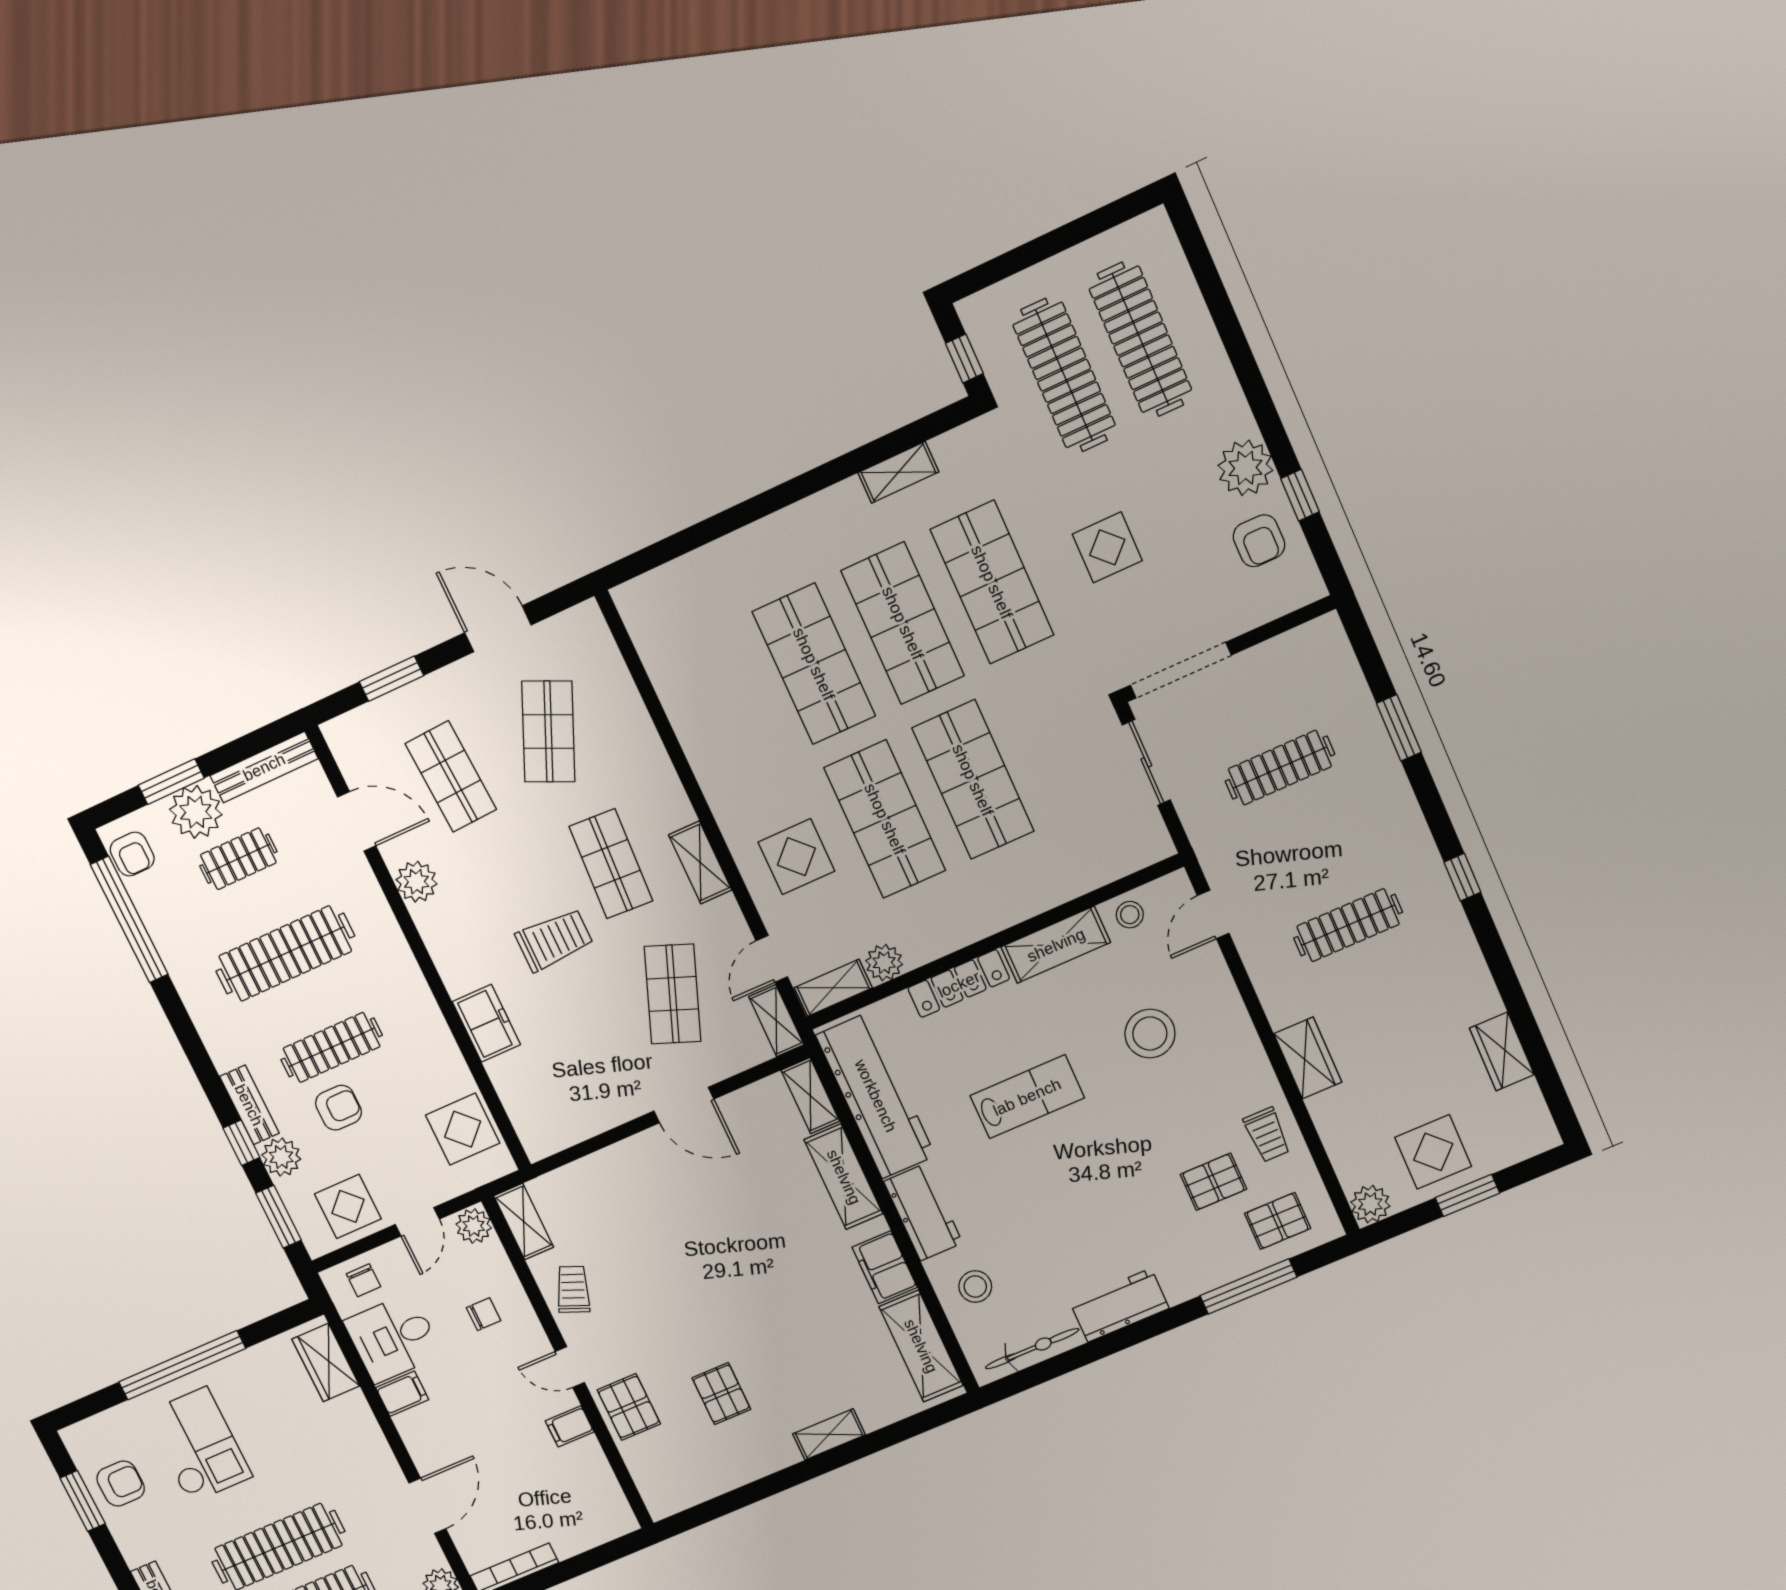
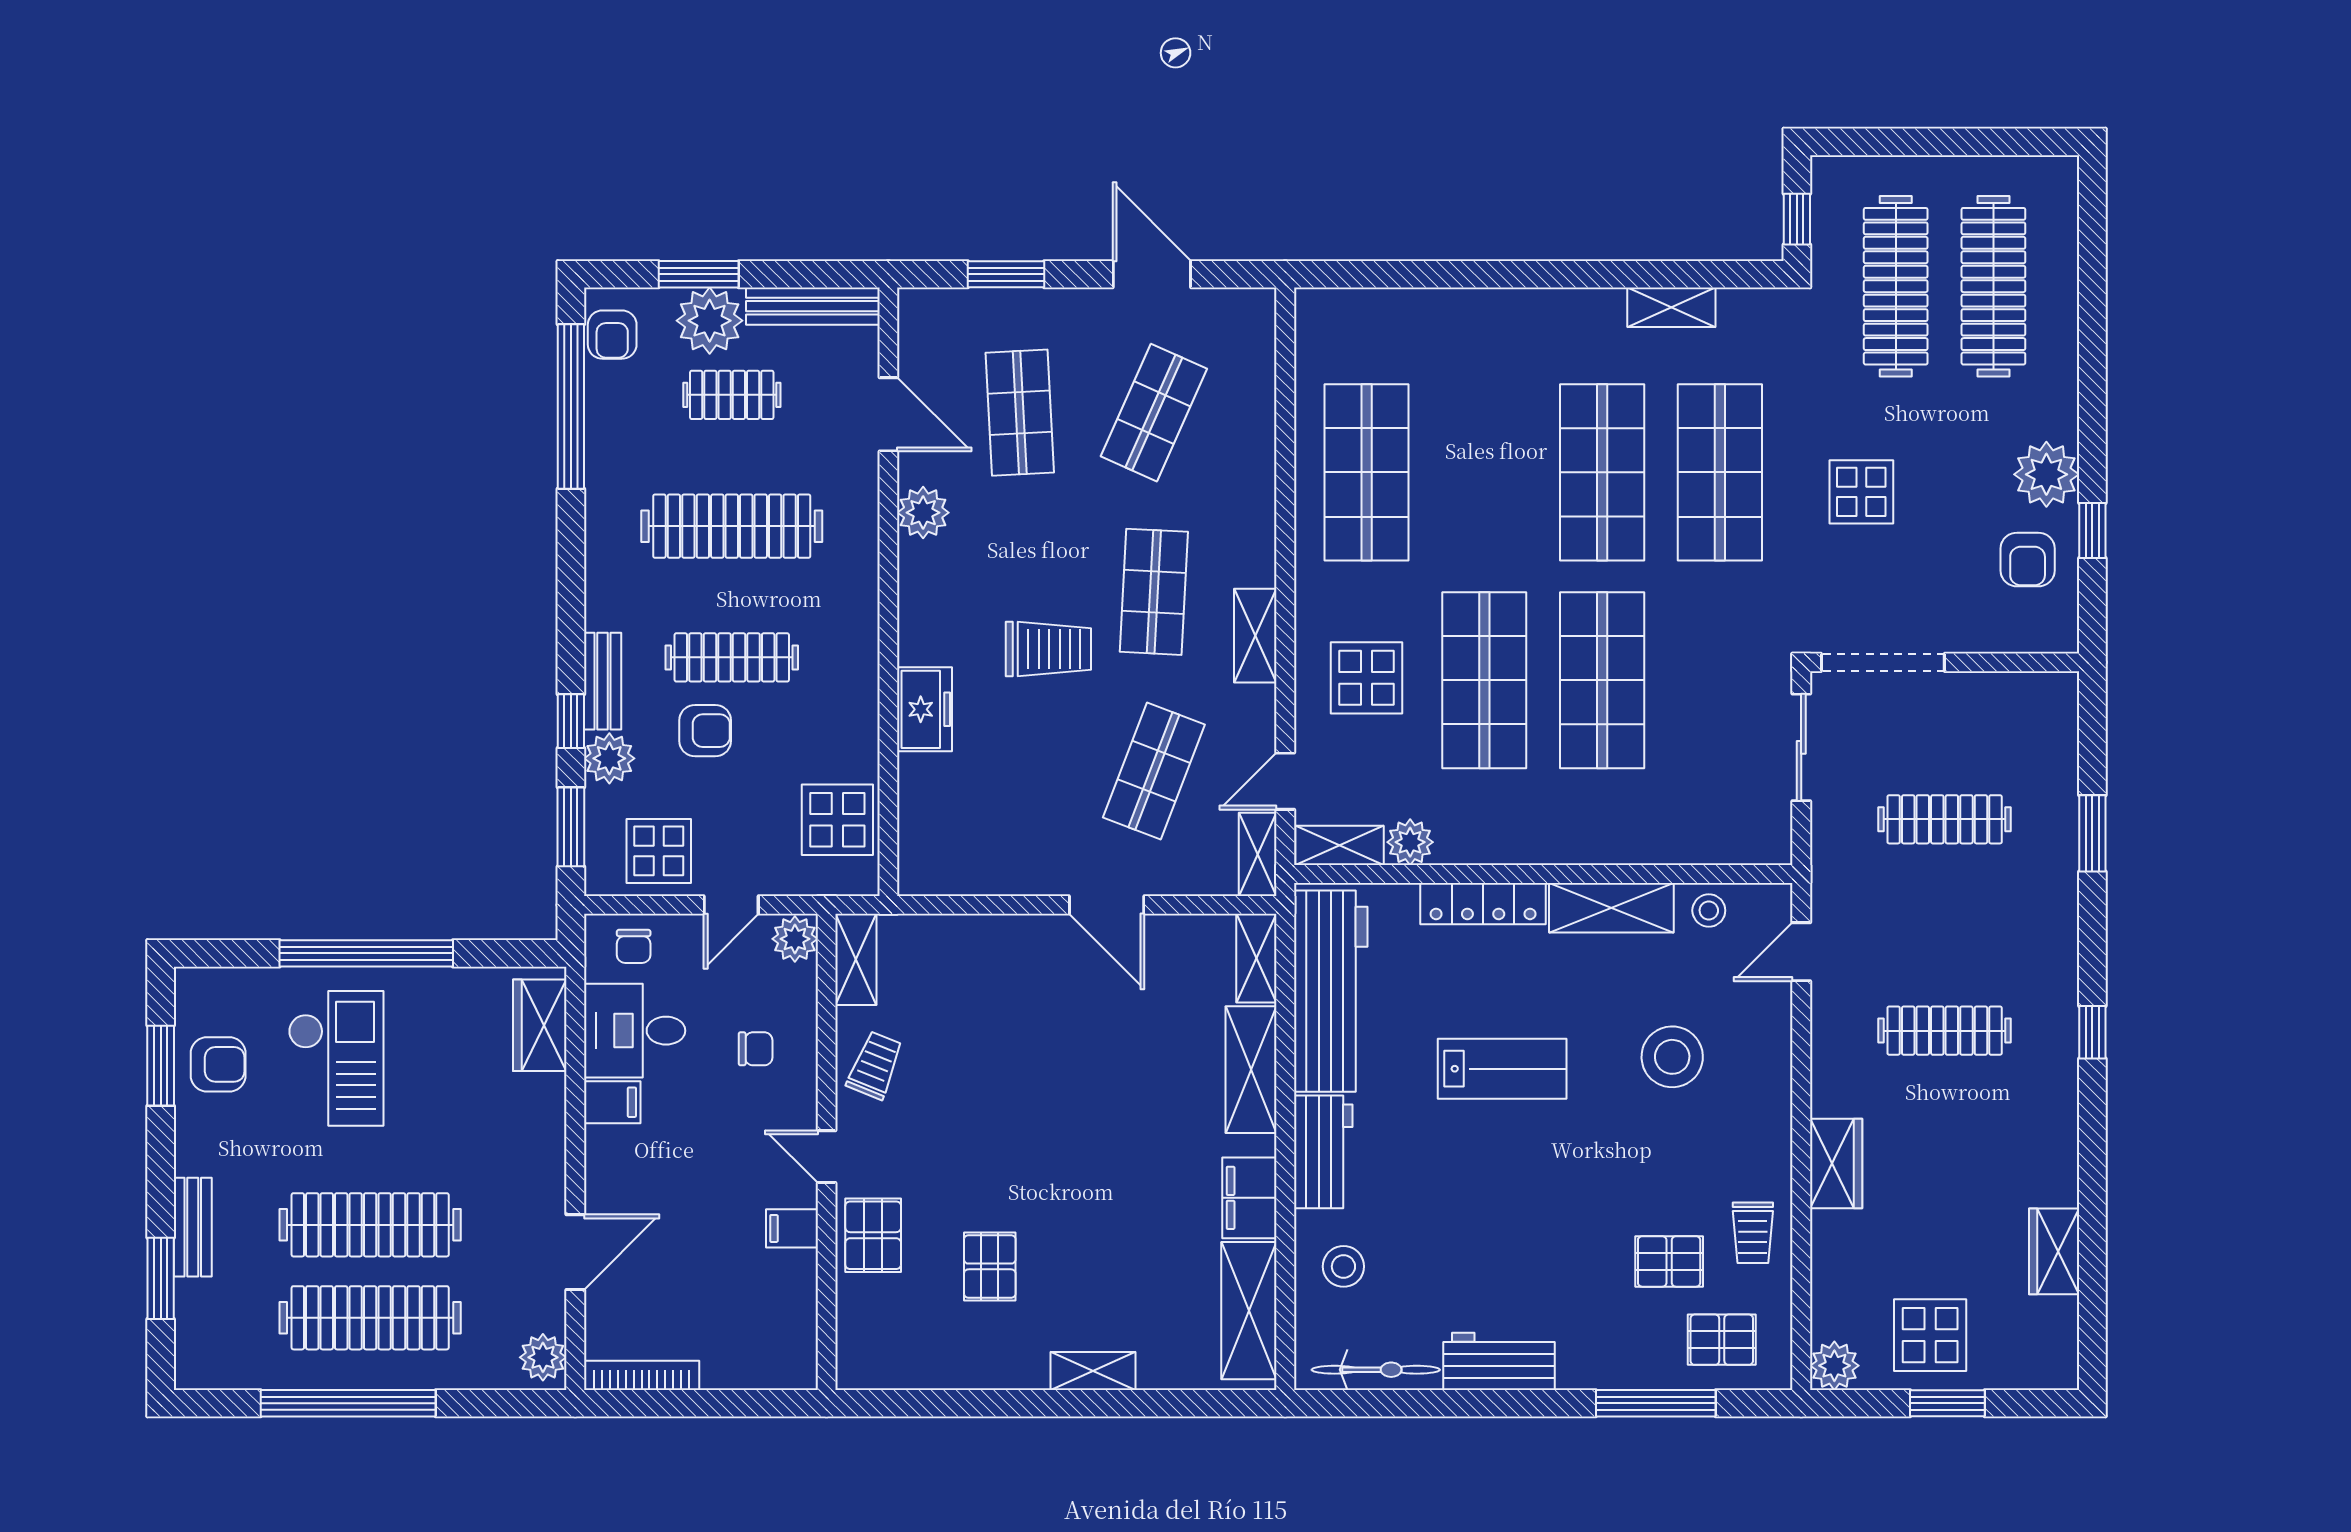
shop shelf: (814, 664) -> (1367, 472), moved

